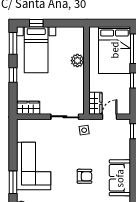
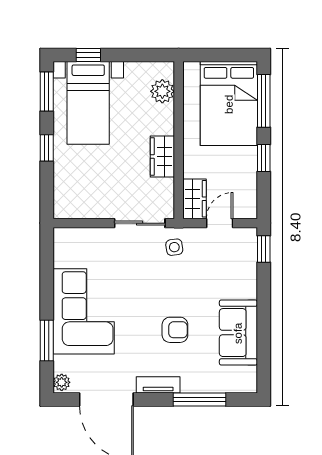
plant: (77, 61) -> (162, 91), moved
wardrobe: (28, 108) -> (162, 156), moved, turned -90

